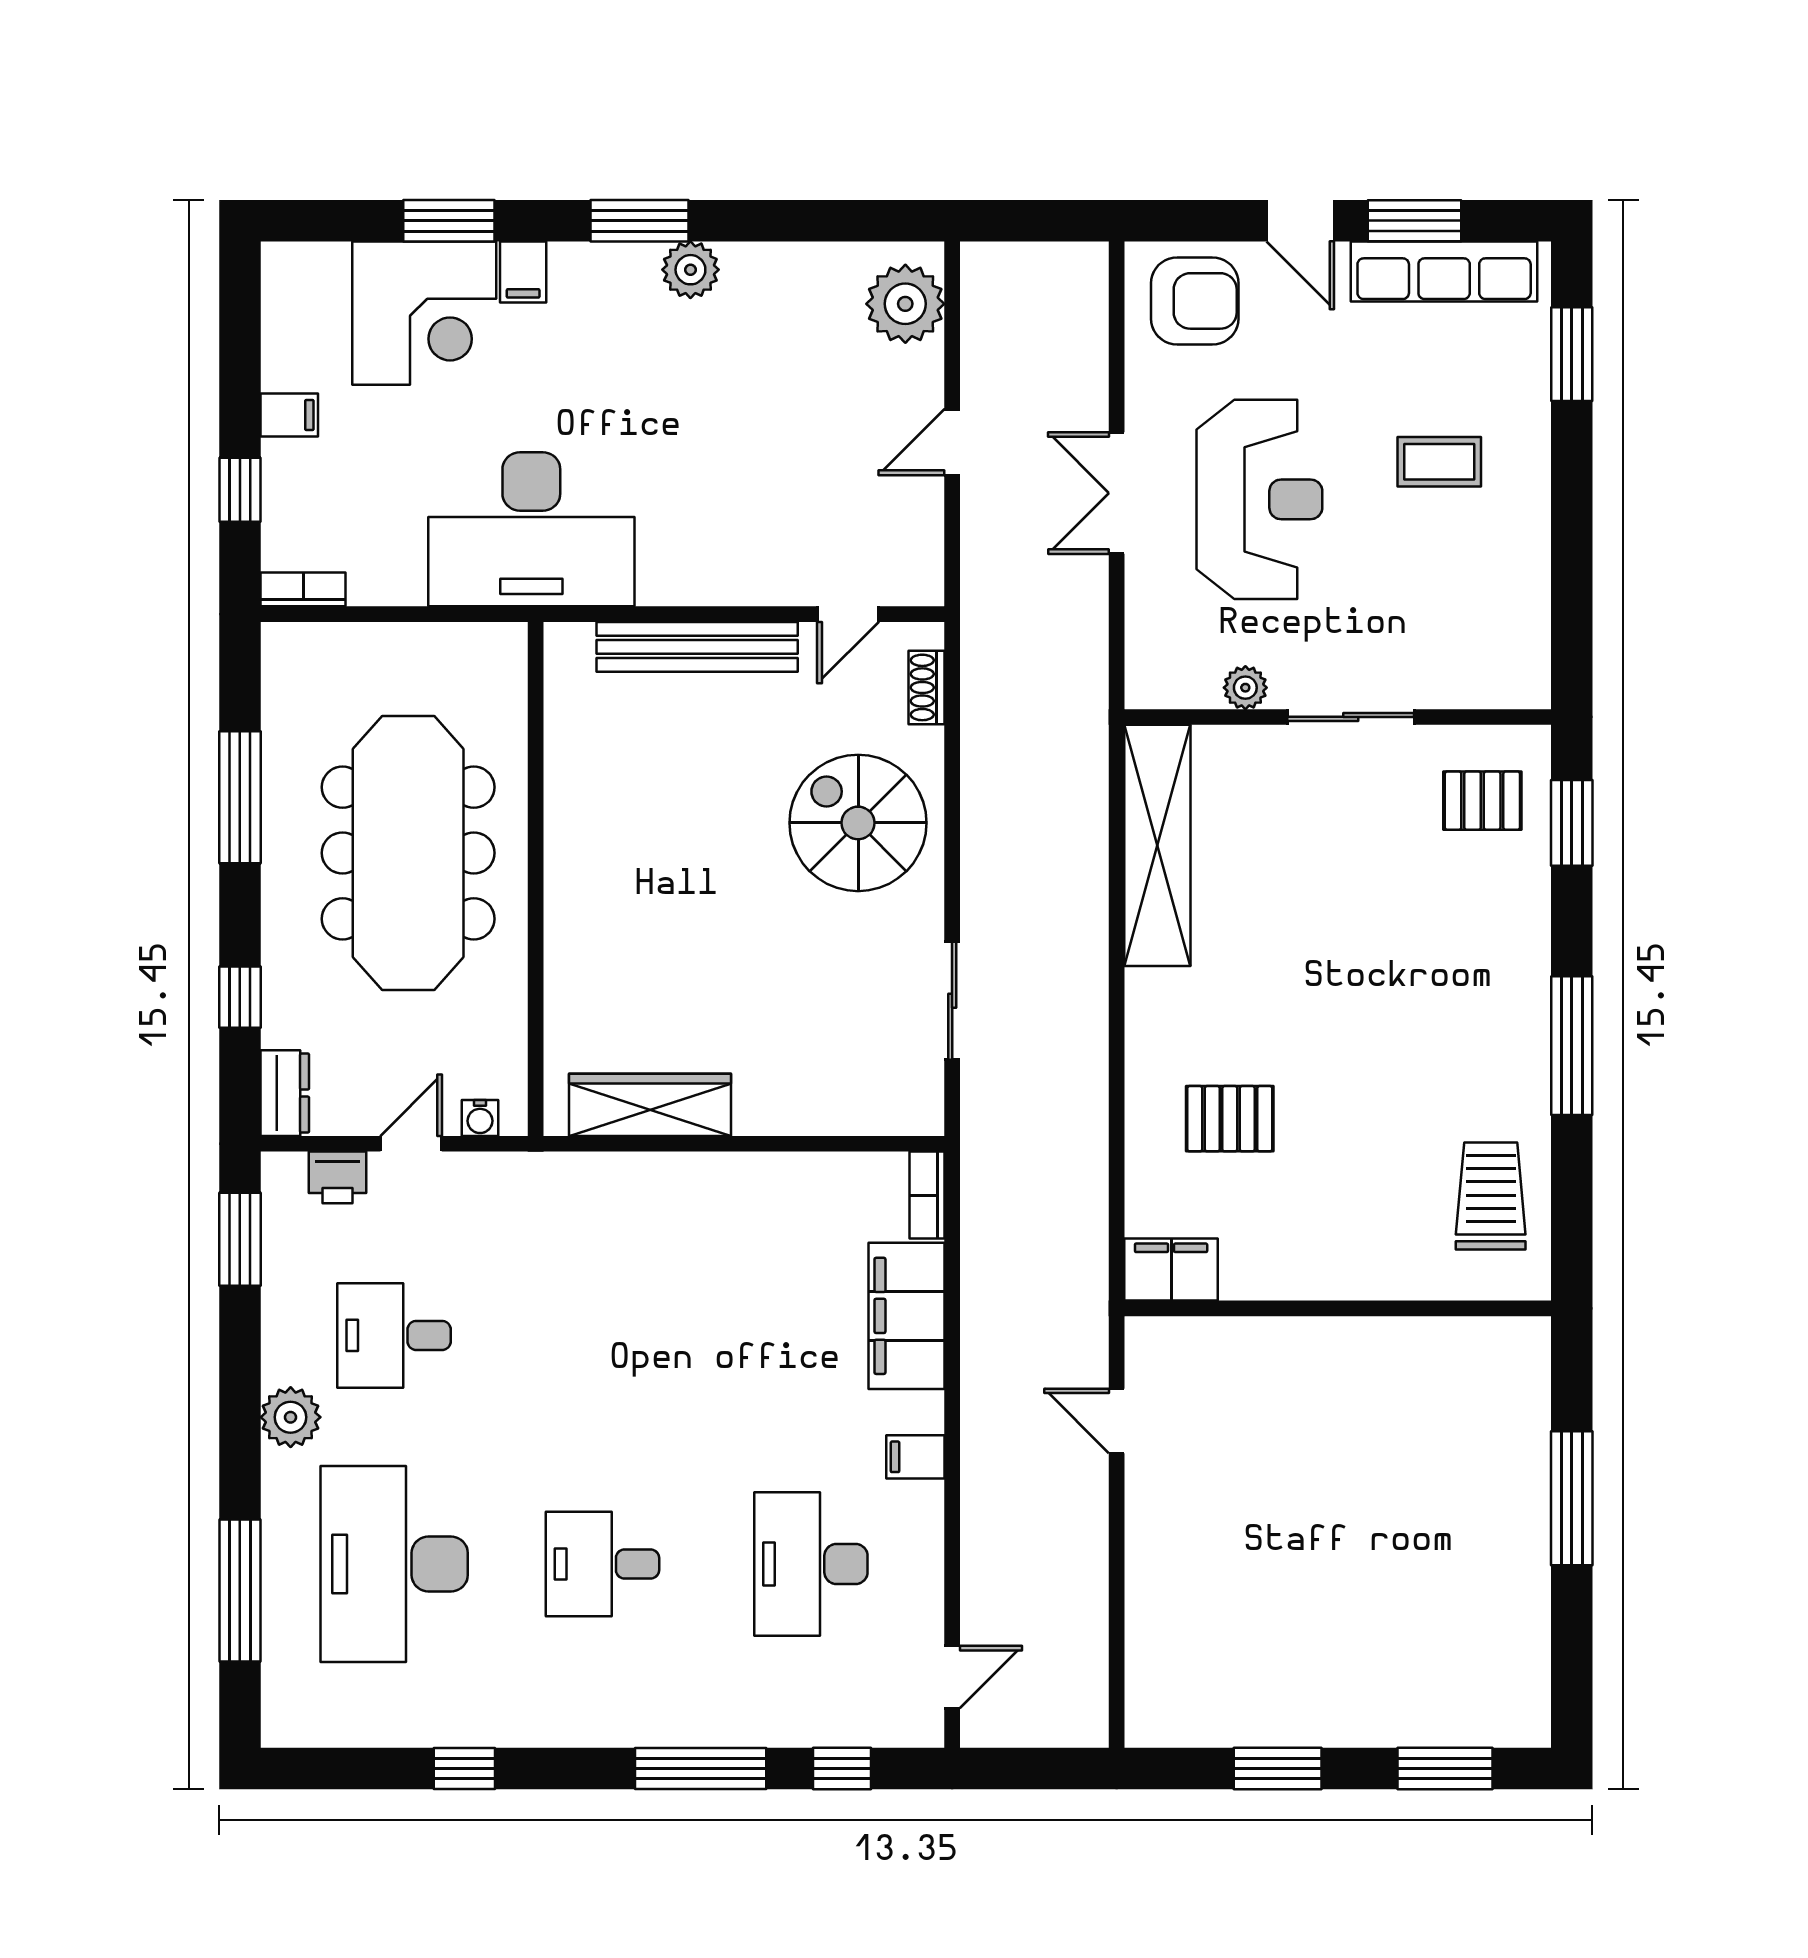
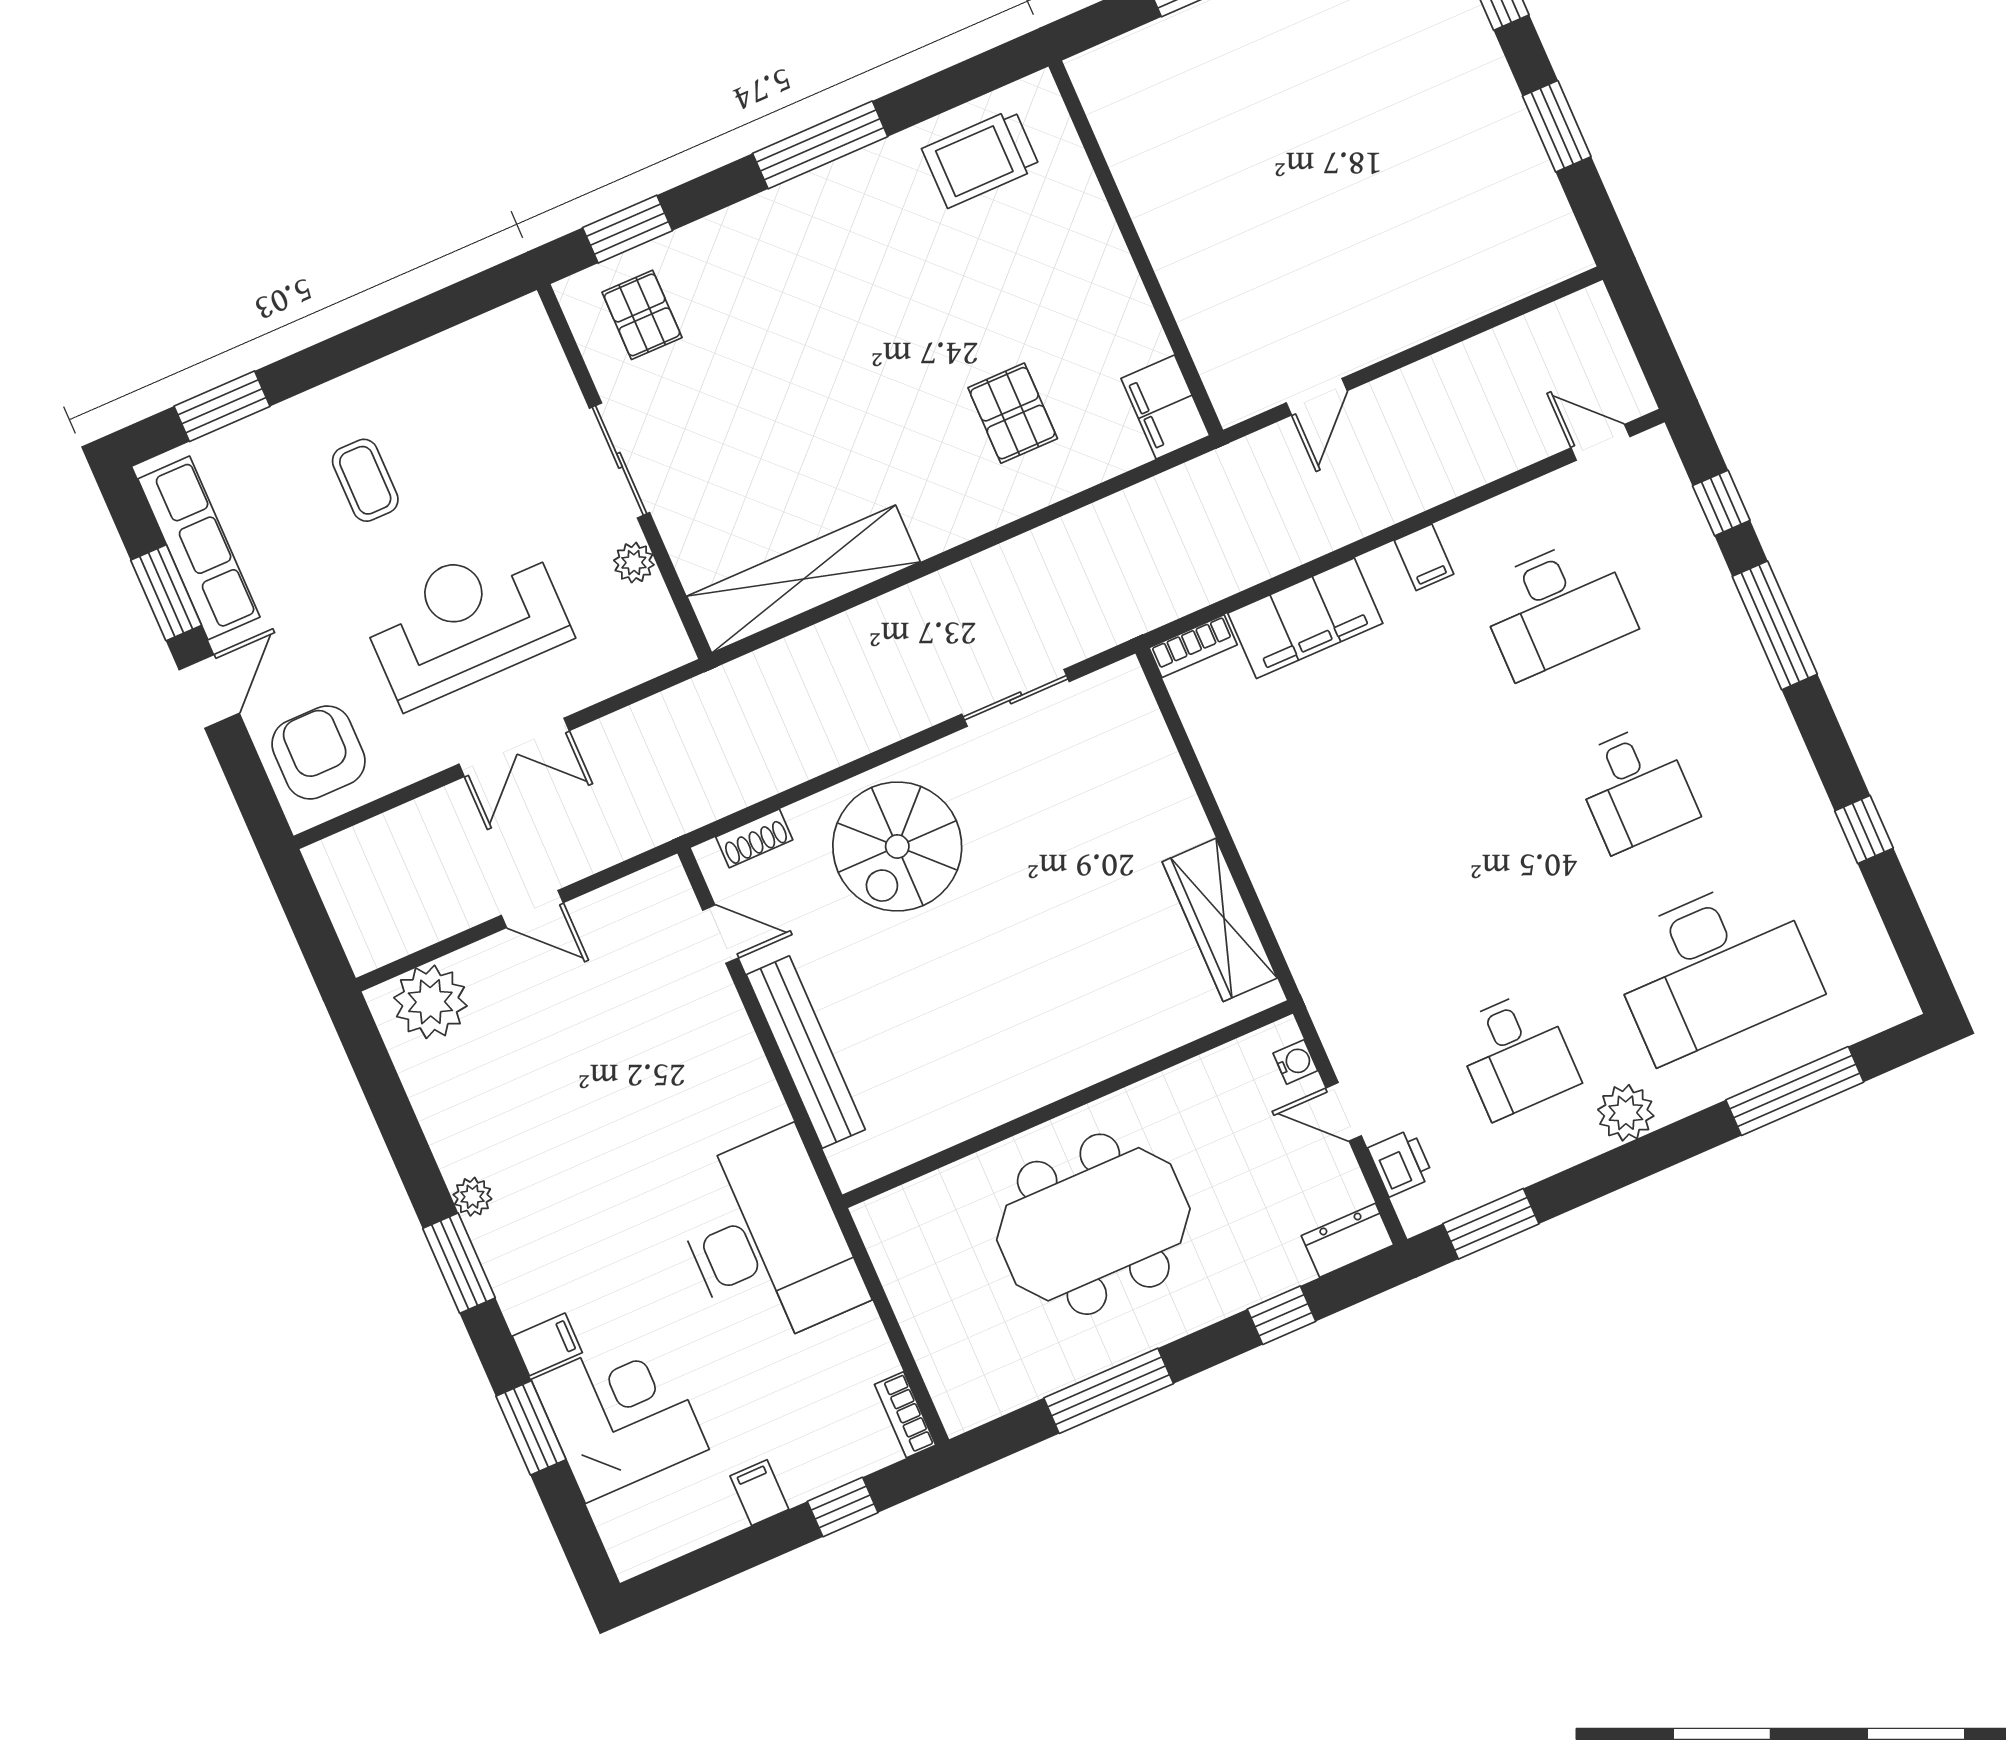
plant: (690, 270) -> (472, 1197), width x0.73, depth x0.73
meeting table: (408, 853) -> (1093, 1224), width x0.73

